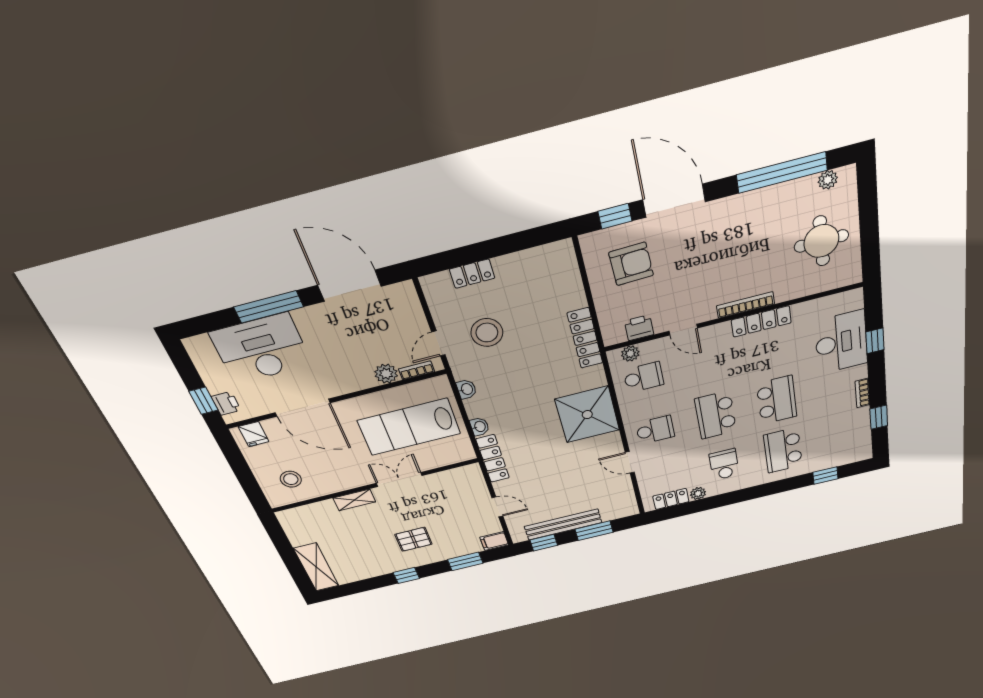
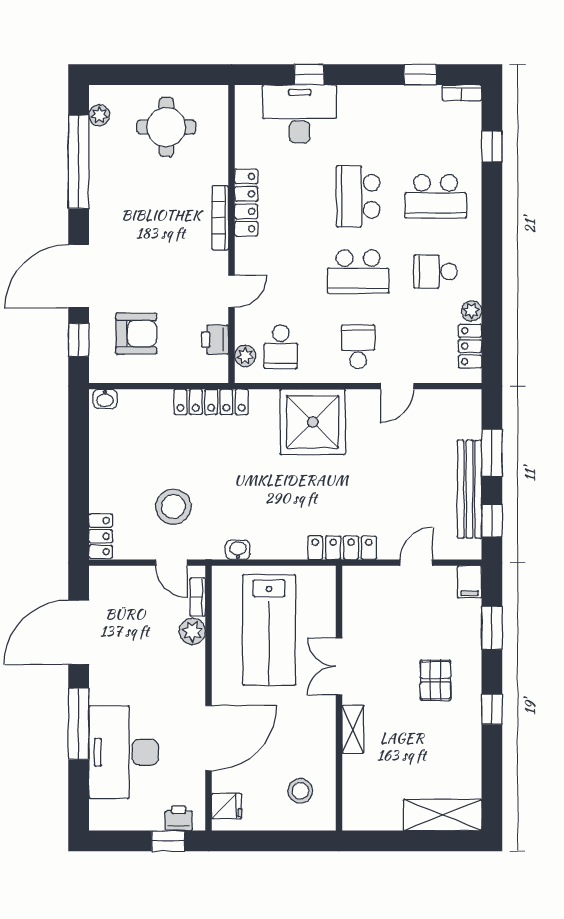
armchair: (631, 264) -> (136, 334), turned 92
locker: (472, 274) -> (101, 536), moved
school desk: (644, 377) -> (281, 347), turned 180
bookcase: (862, 393) -> (462, 93), moved
school desk: (777, 400) -> (358, 196), turned -90
washbasin: (480, 427) -> (105, 399), moved, turned 180

